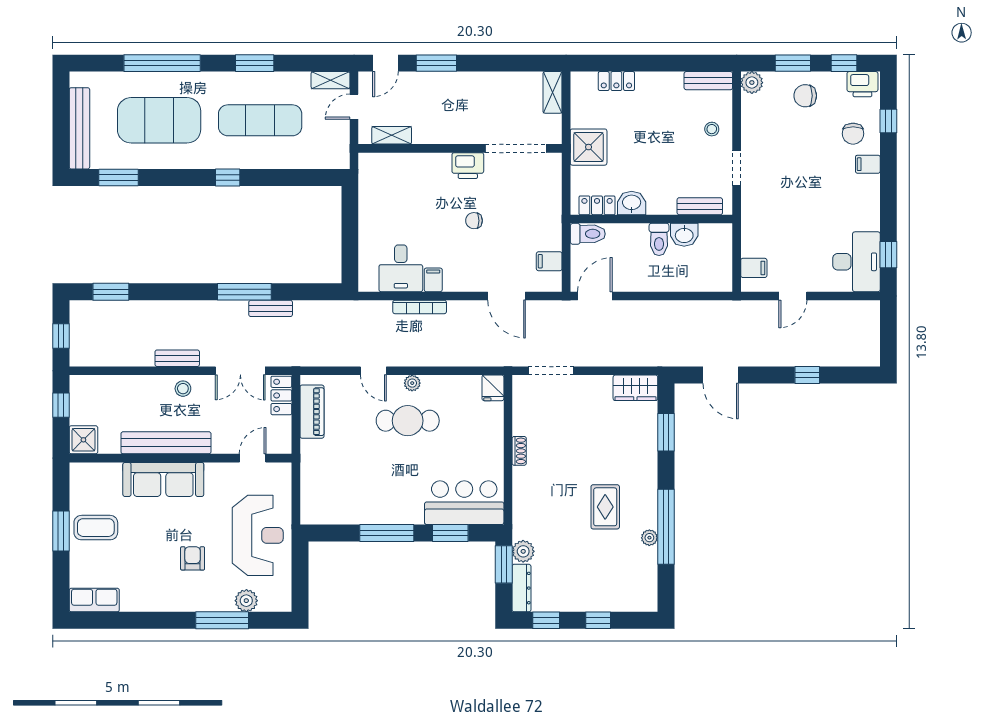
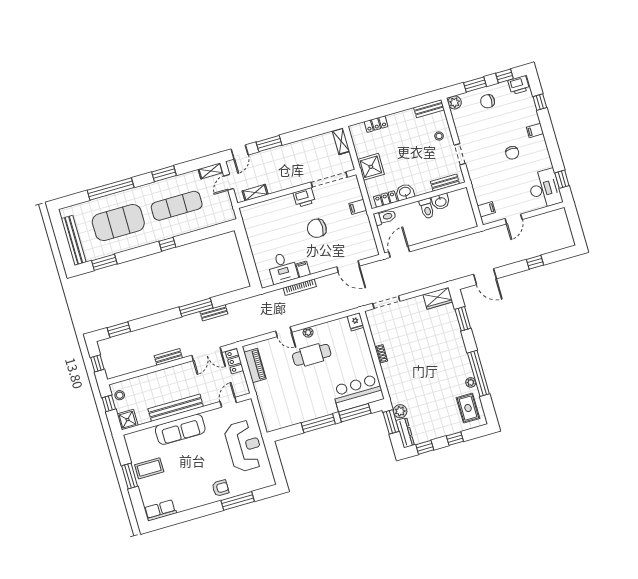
chair: (853, 134) -> (512, 153), moved
chair: (474, 221) -> (317, 228), width x1.87, depth x1.87
filing cabinet: (549, 261) -> (358, 207), moved
stool: (183, 389) -> (120, 395), moved
rug: (605, 507) -> (468, 408), moved
window: (450, 533) -> (355, 413), width x1.44
armchair: (193, 558) -> (220, 488), moved, turned 90
plant: (246, 601) -> (248, 486), removed

